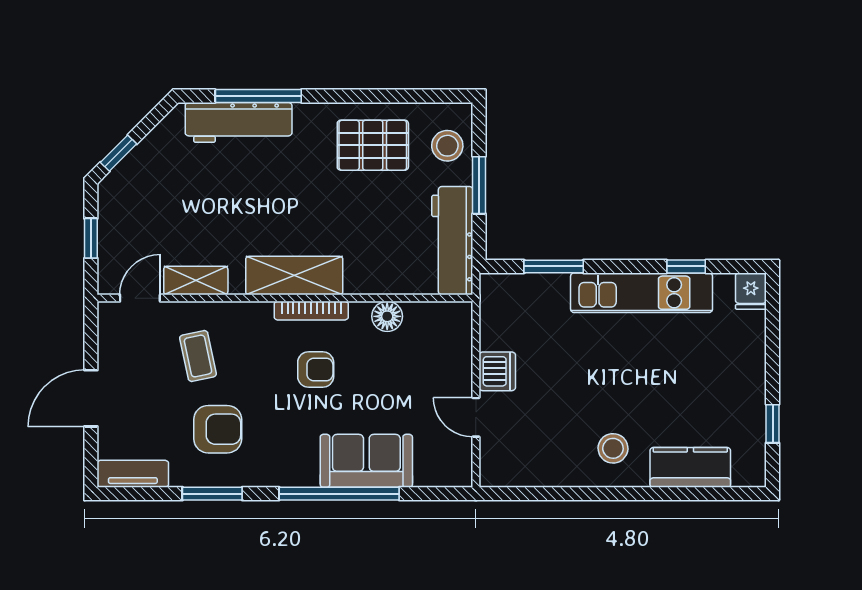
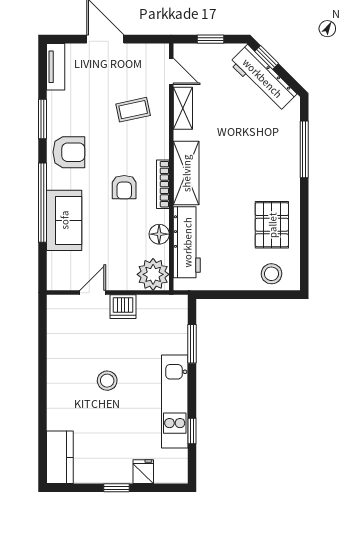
workbench: (239, 122) -> (263, 78), moved, turned -45
window: (479, 185) -> (246, 295), removed
workbench: (452, 241) -> (187, 242), moved, turned 90
fridge: (751, 291) -> (143, 472), moved, turned 90
plant: (448, 326) -> (153, 274), added
window: (773, 424) -> (116, 488), moved
armchair: (218, 429) -> (69, 152), moved, turned -90
stool: (613, 448) -> (107, 381), moved
kitchen counter: (690, 467) -> (60, 457), moved

